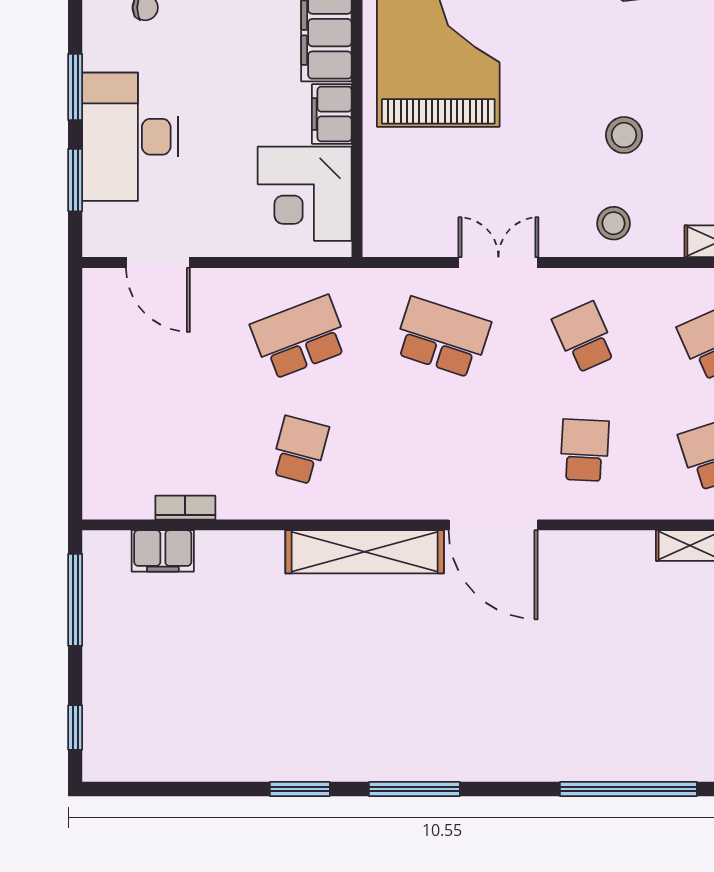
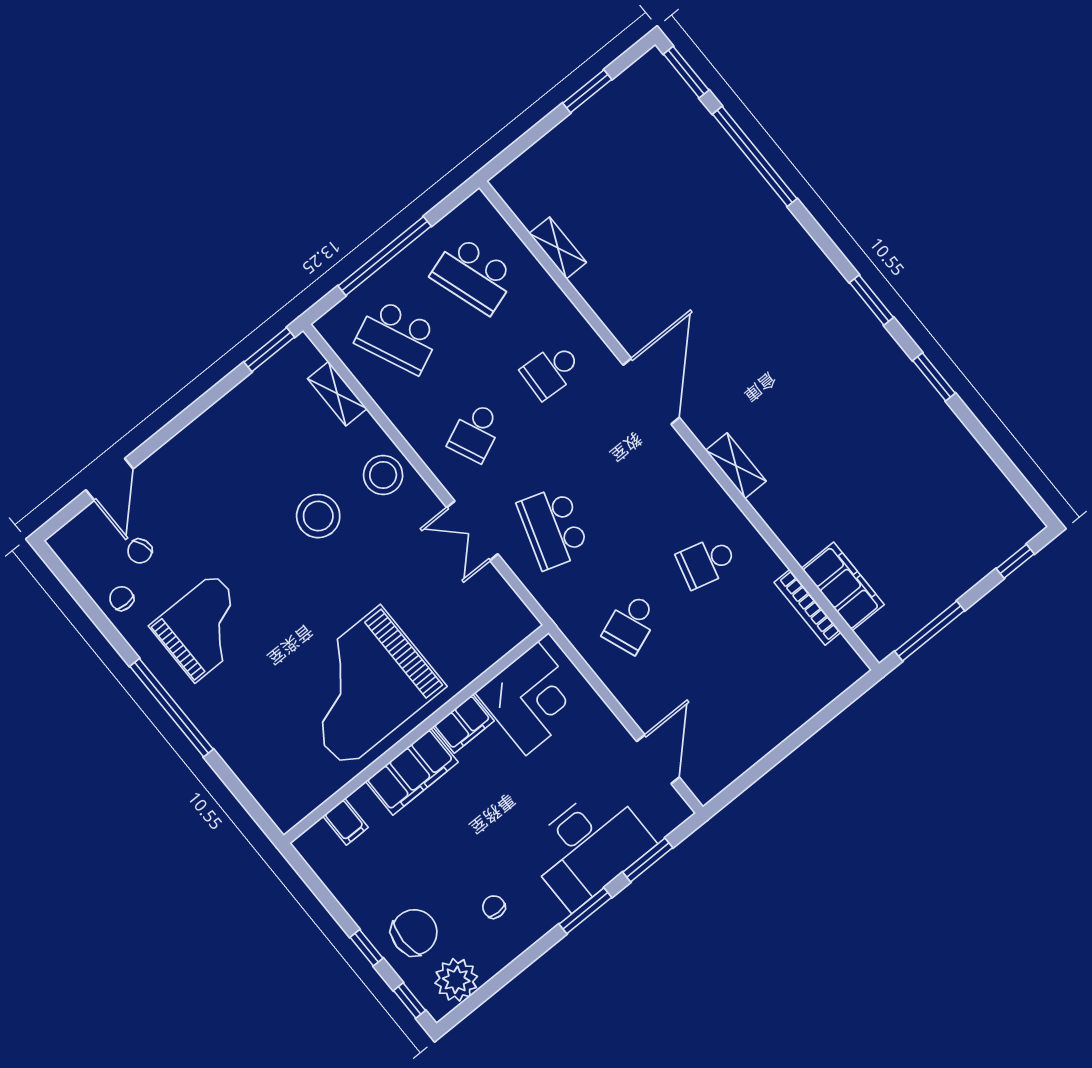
stool: (624, 135) -> (318, 516), width x1.38, depth x1.38
stool: (614, 223) -> (383, 475), width x1.38, depth x1.38
school desk: (300, 337) -> (631, 623), width x0.54
bookcase: (185, 508) -> (808, 607), width x1.56
filing cabinet: (163, 551) -> (843, 586), width x1.50, depth x1.17
shelving: (365, 552) -> (736, 466), width x0.45, depth x0.75
window: (414, 789) -> (871, 300), width x0.69

